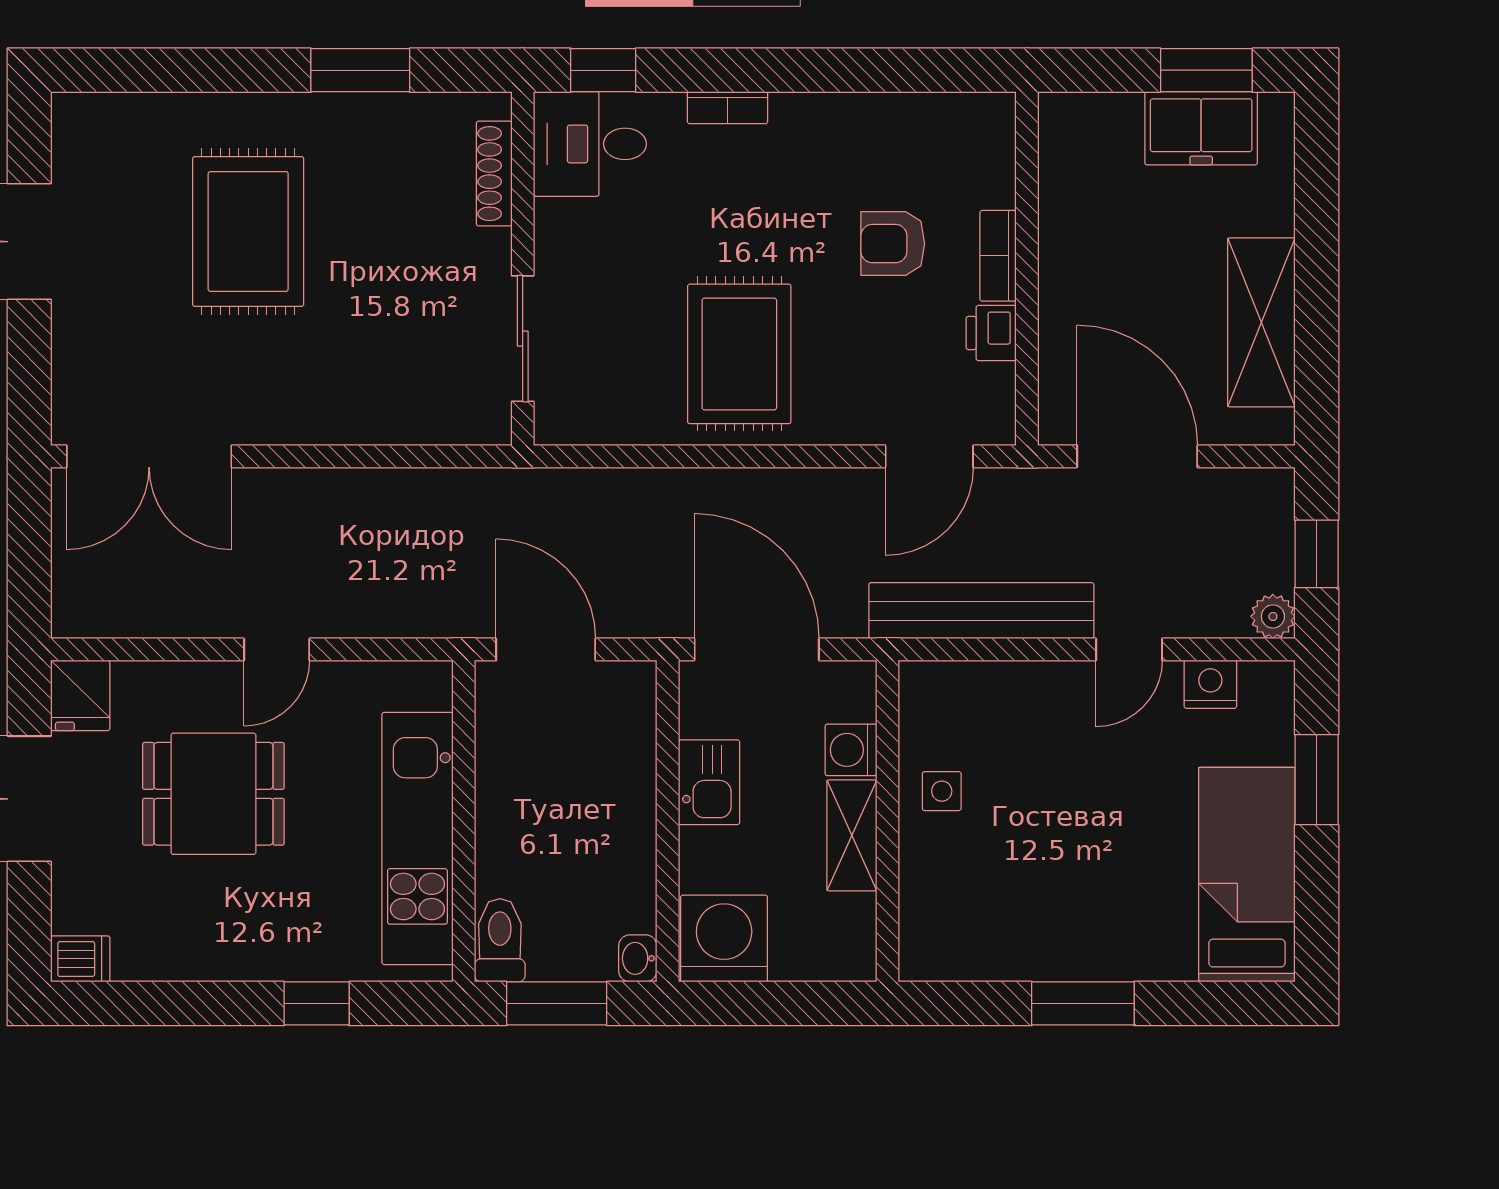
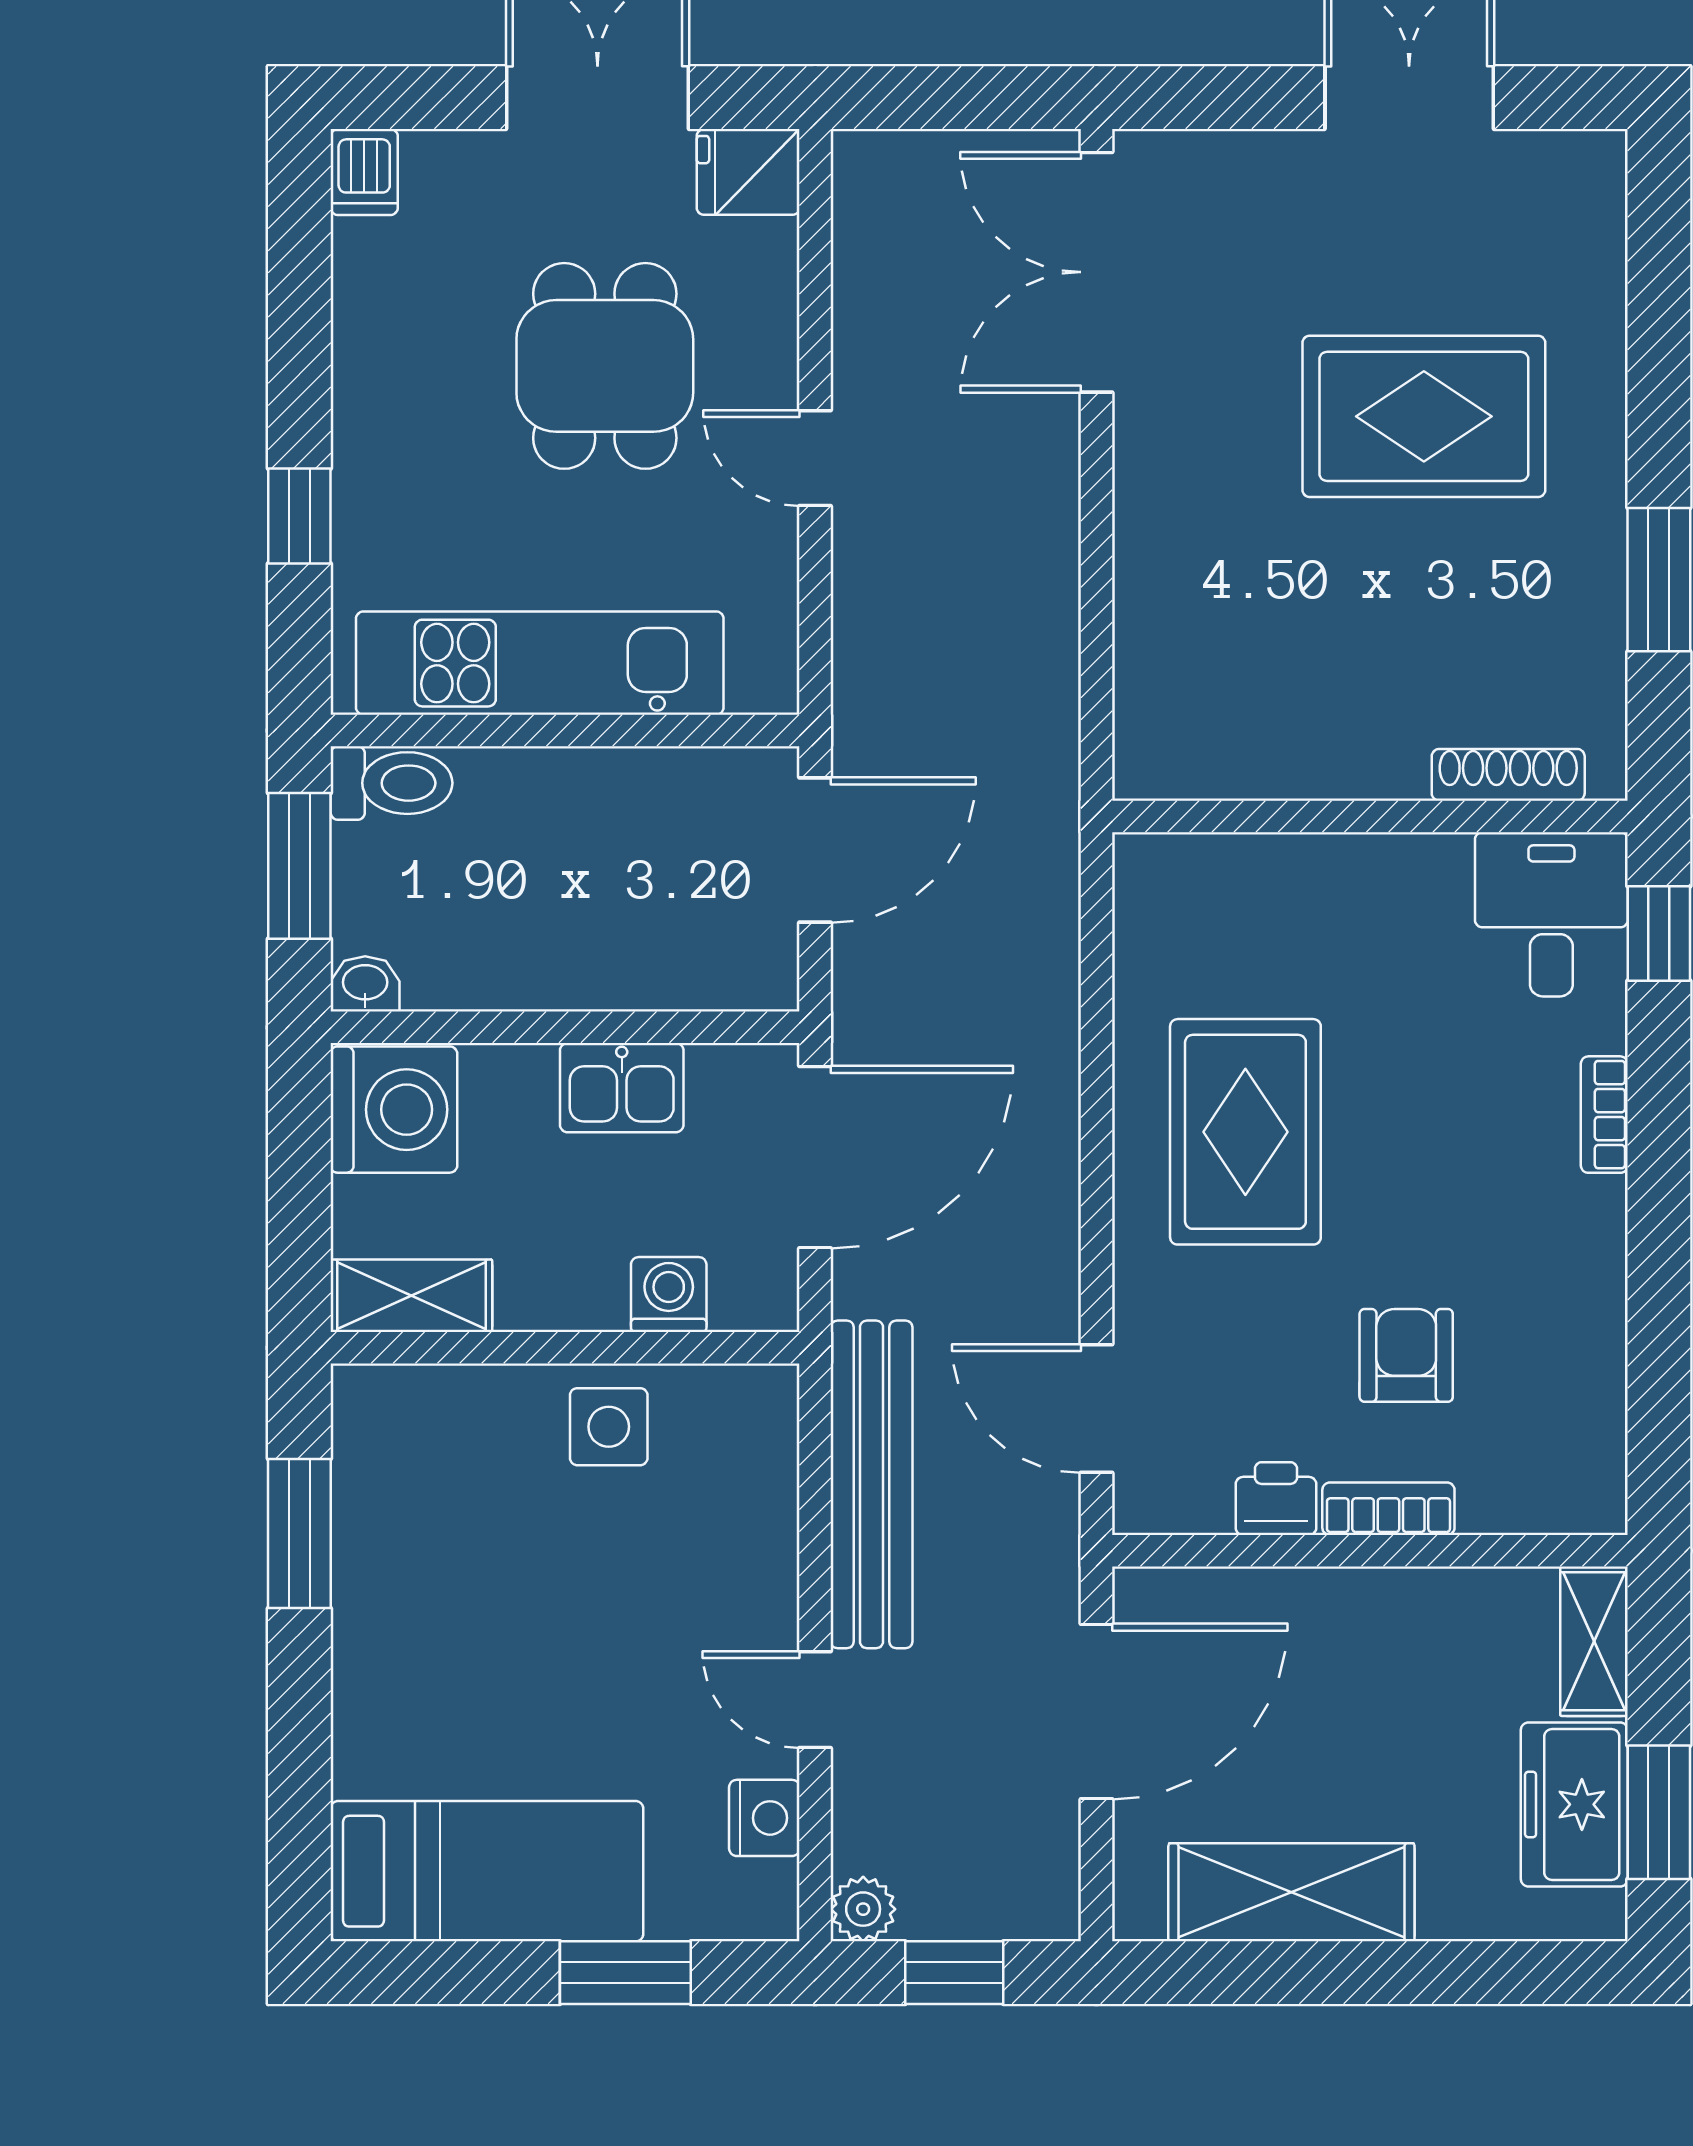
shelving: (1089, 115) -> (1594, 1641), added
sliding door: (523, 339) -> (1268, 816), removed
rug: (739, 354) -> (1245, 1132), turned 90
side table: (942, 791) -> (609, 1427), width x1.37, depth x1.37
shelving: (852, 835) -> (411, 1296), moved
window: (1083, 1003) -> (299, 1533), moved

